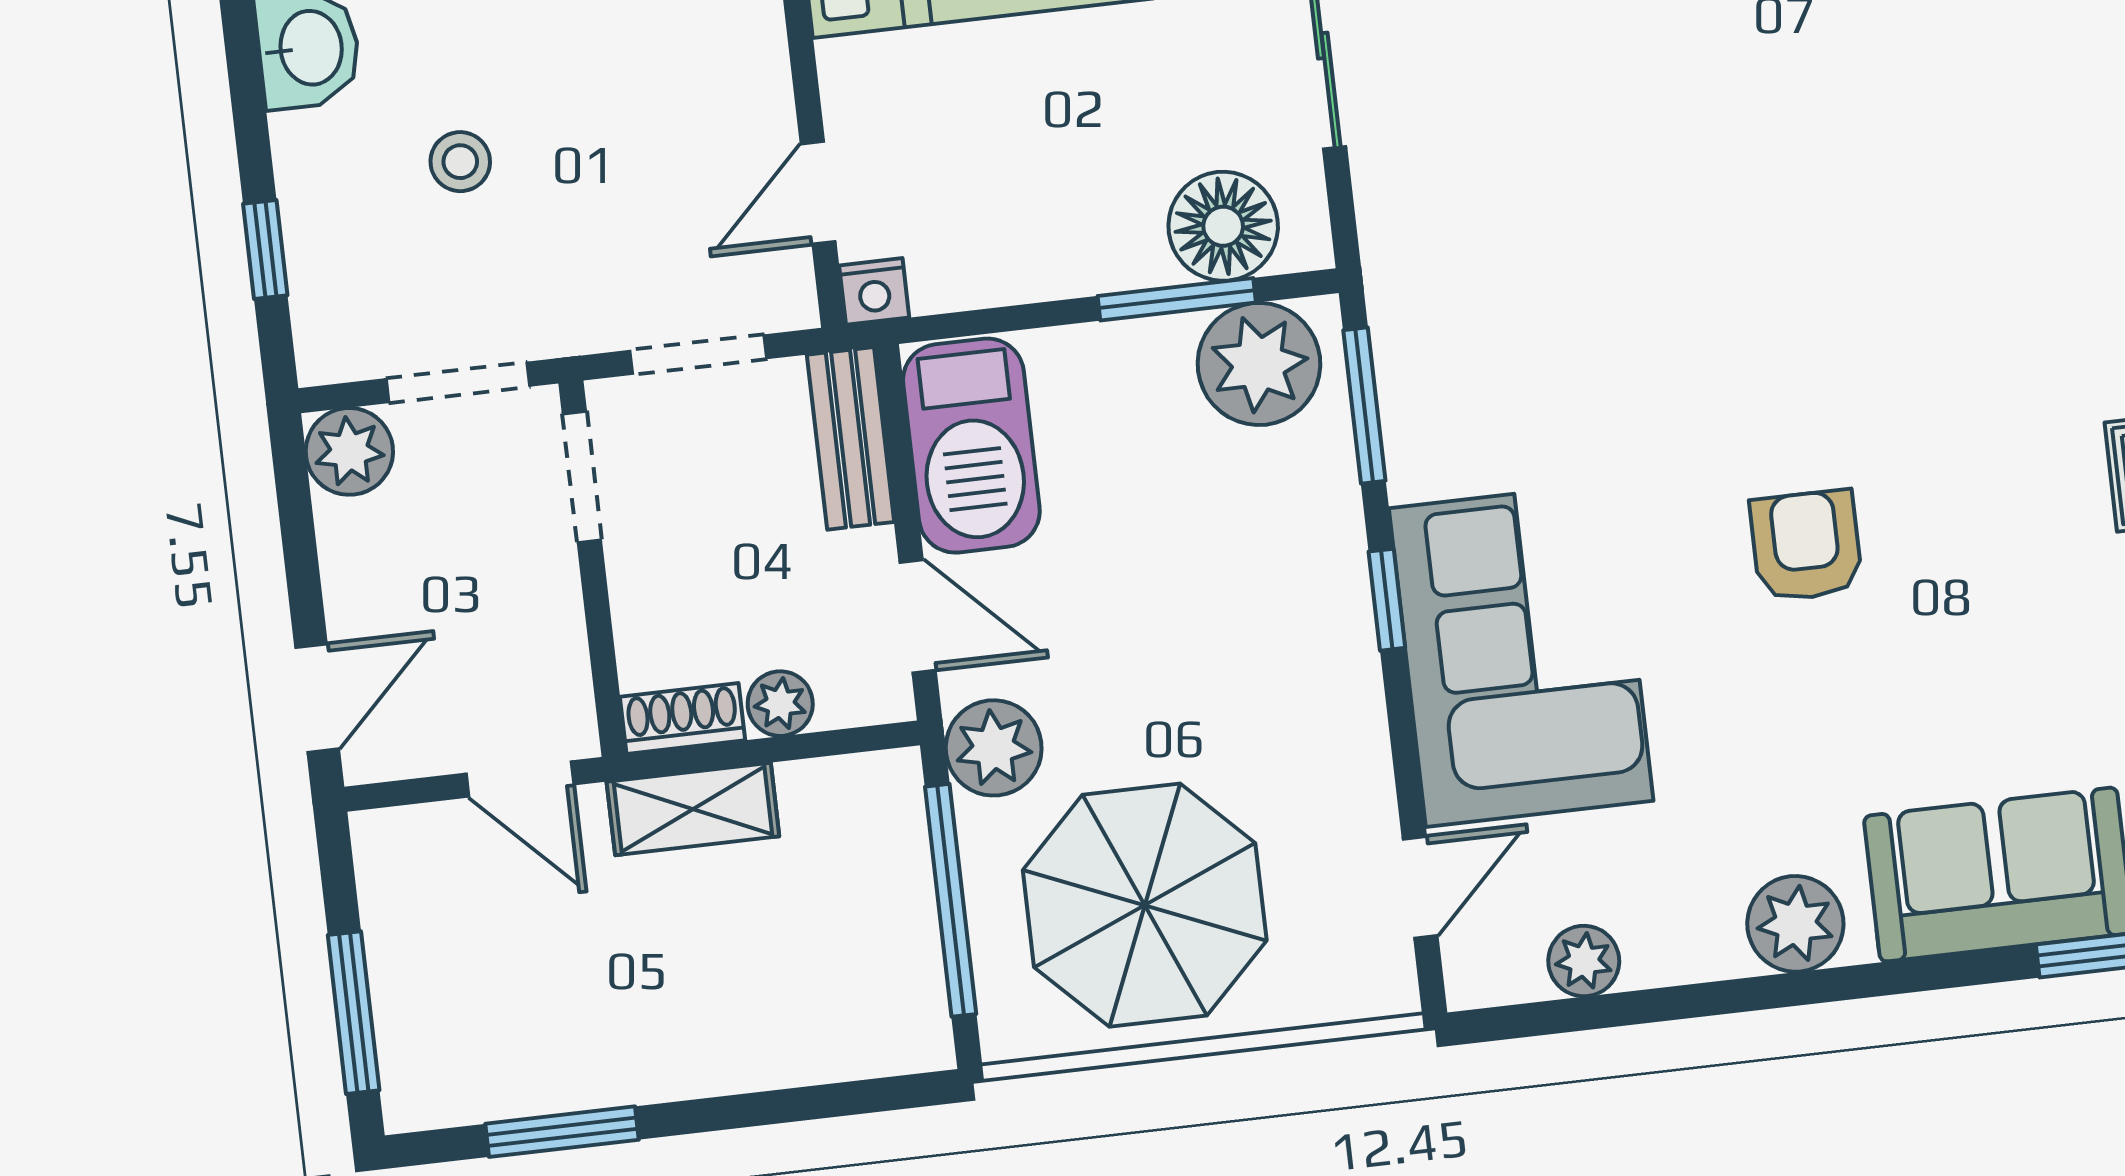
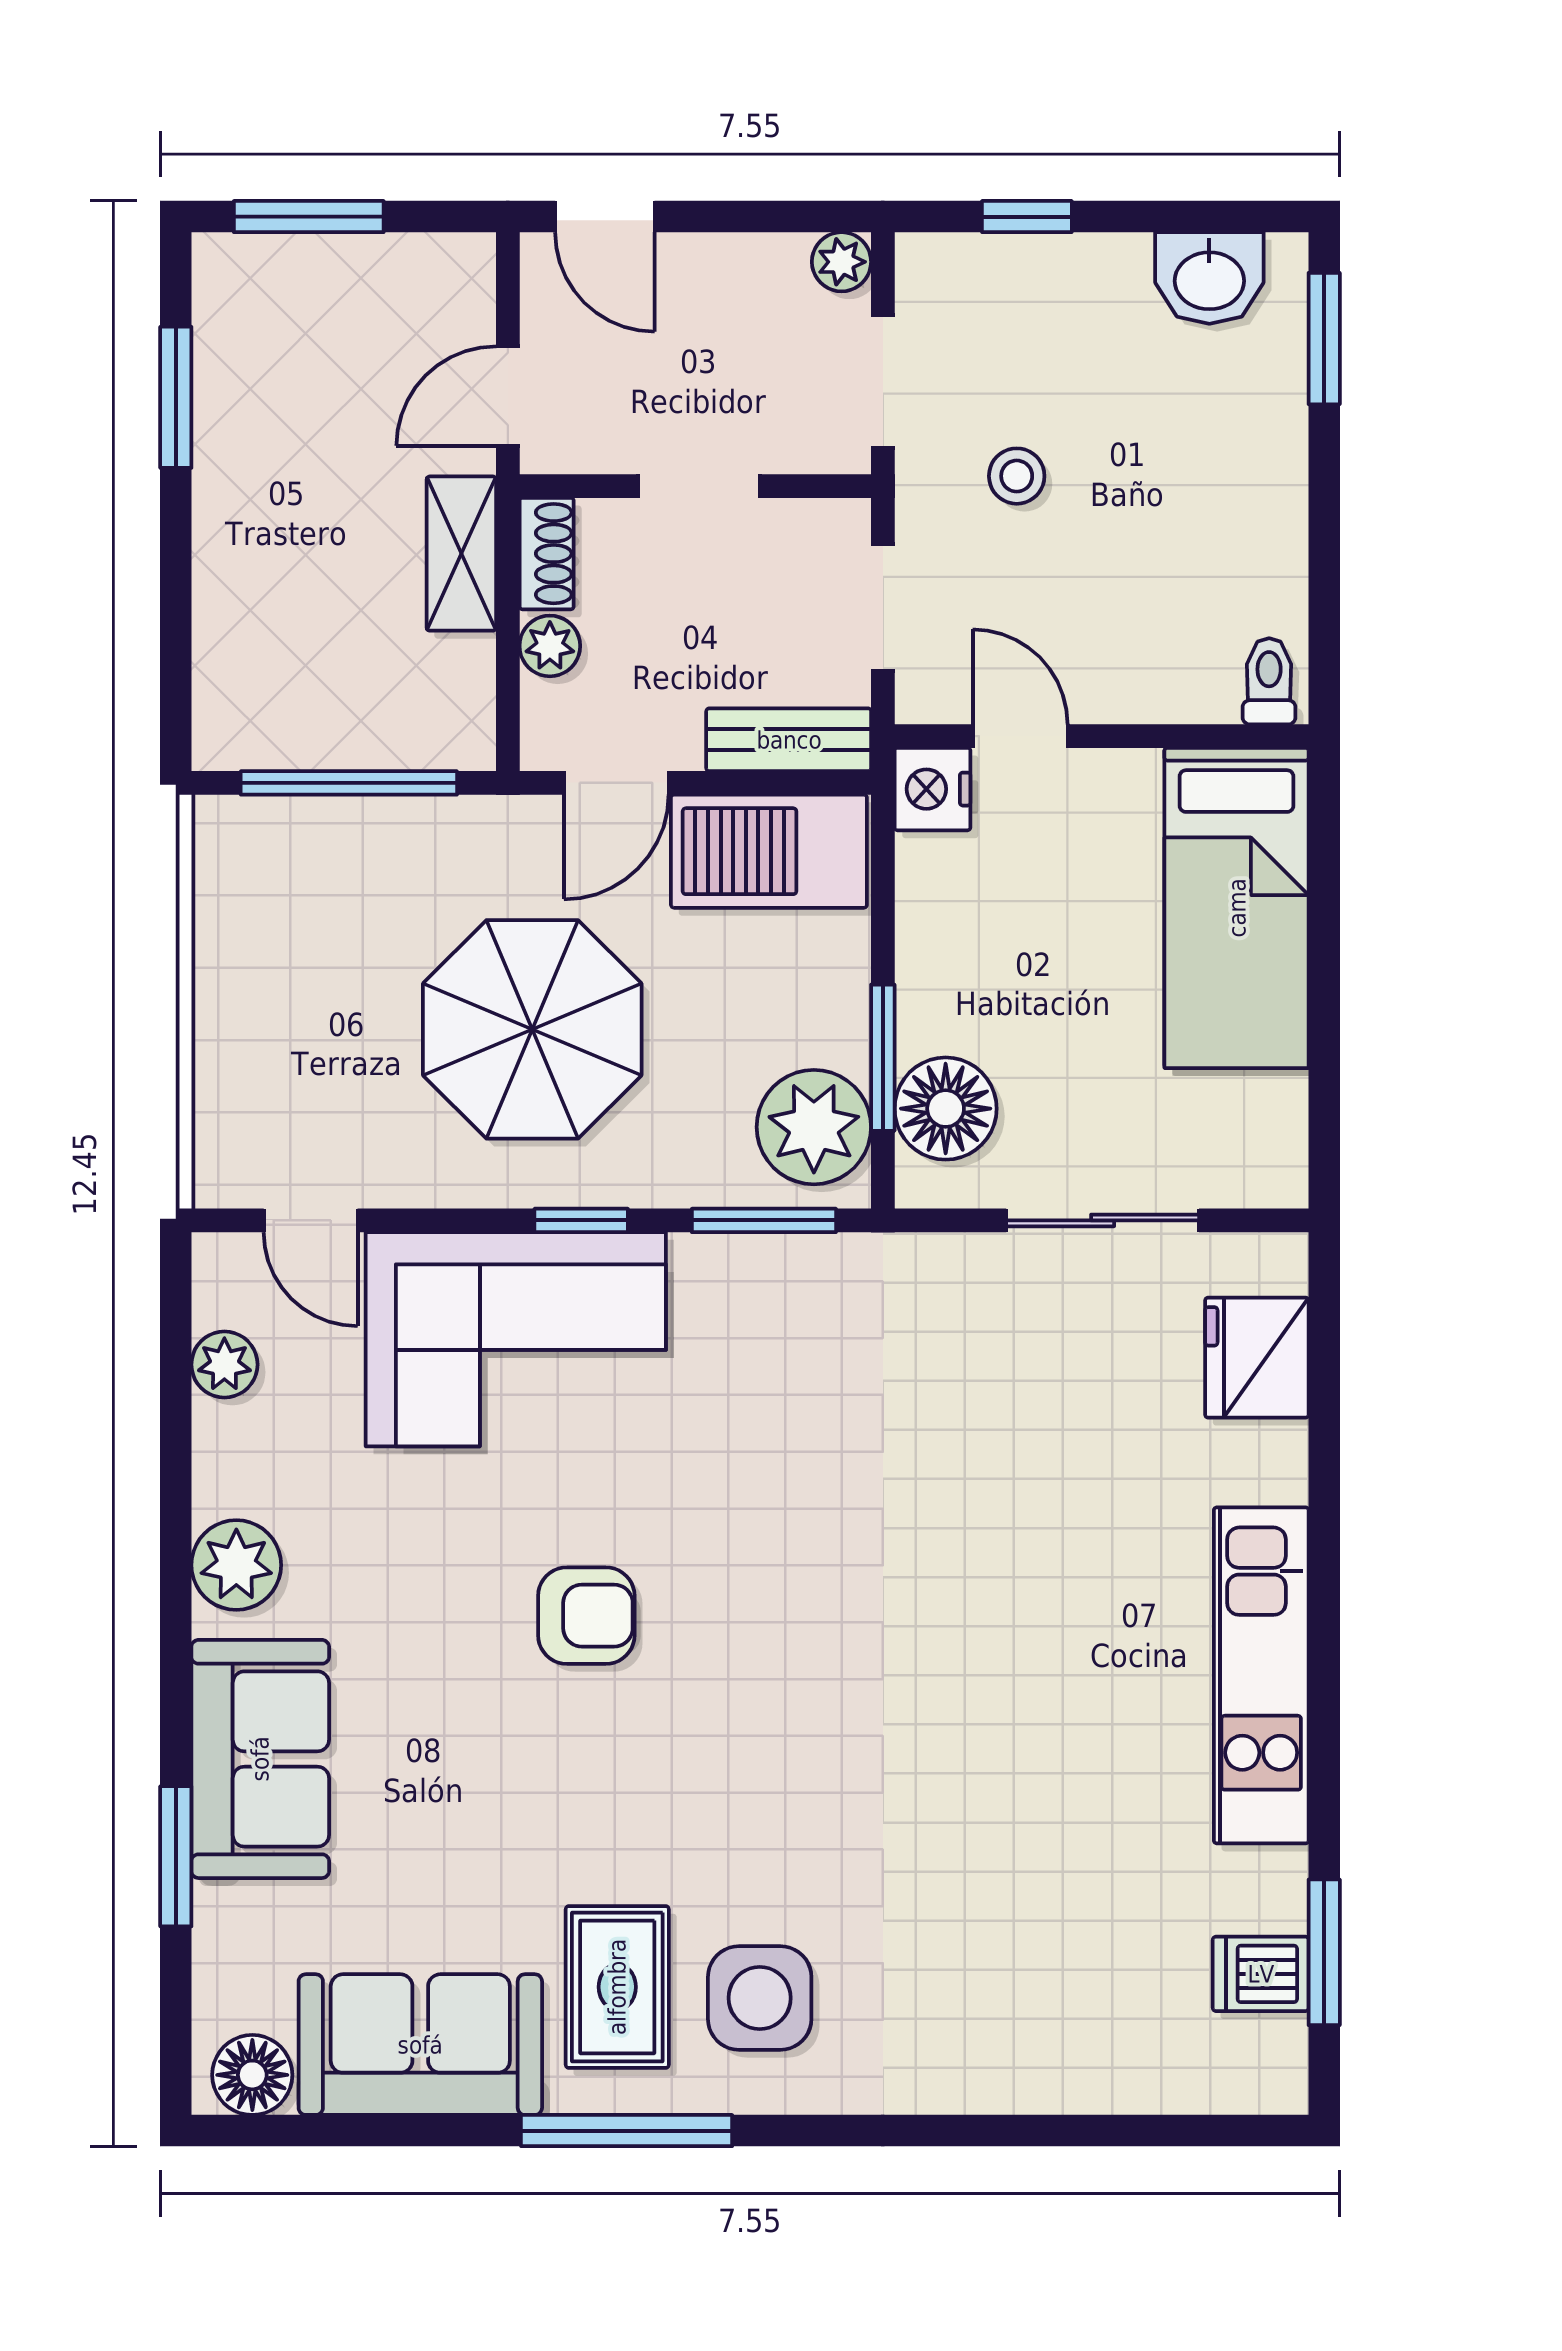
stool: (460, 162) -> (1017, 476), moved
nightstand: (874, 291) -> (932, 789), width x1.39, depth x1.35
plant: (349, 451) -> (841, 262), width x0.73, depth x0.73
doorway: (582, 477) -> (699, 486), moved
plant: (994, 748) -> (486, 839), removed
parasol: (1145, 905) -> (532, 1029), moved

